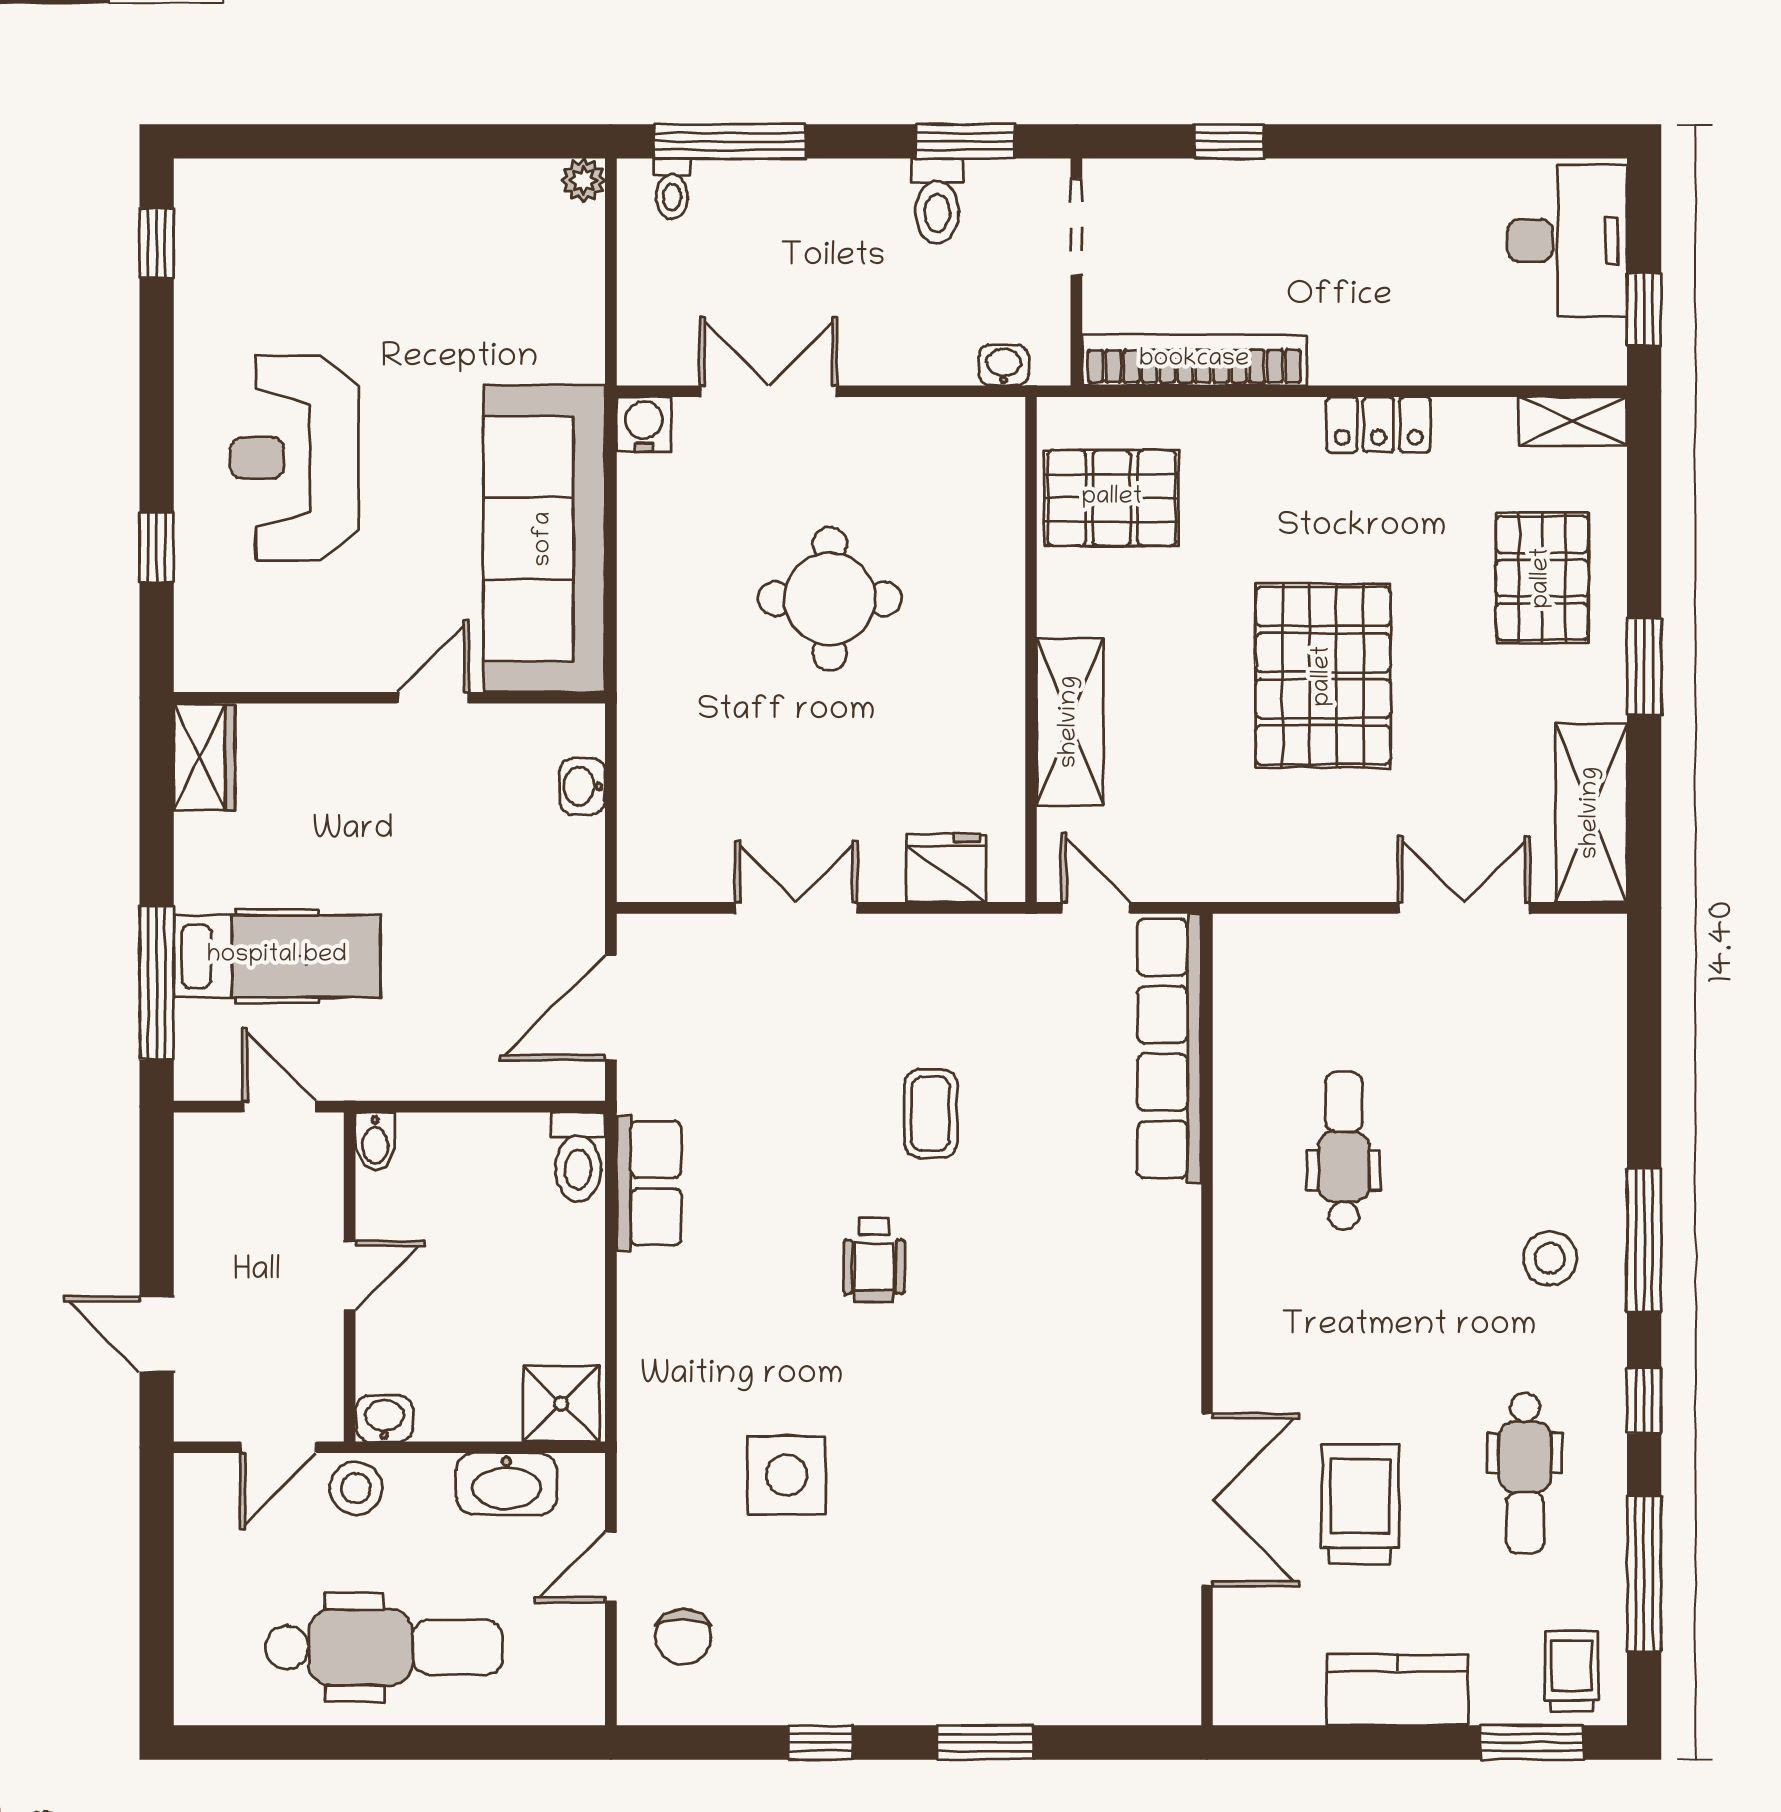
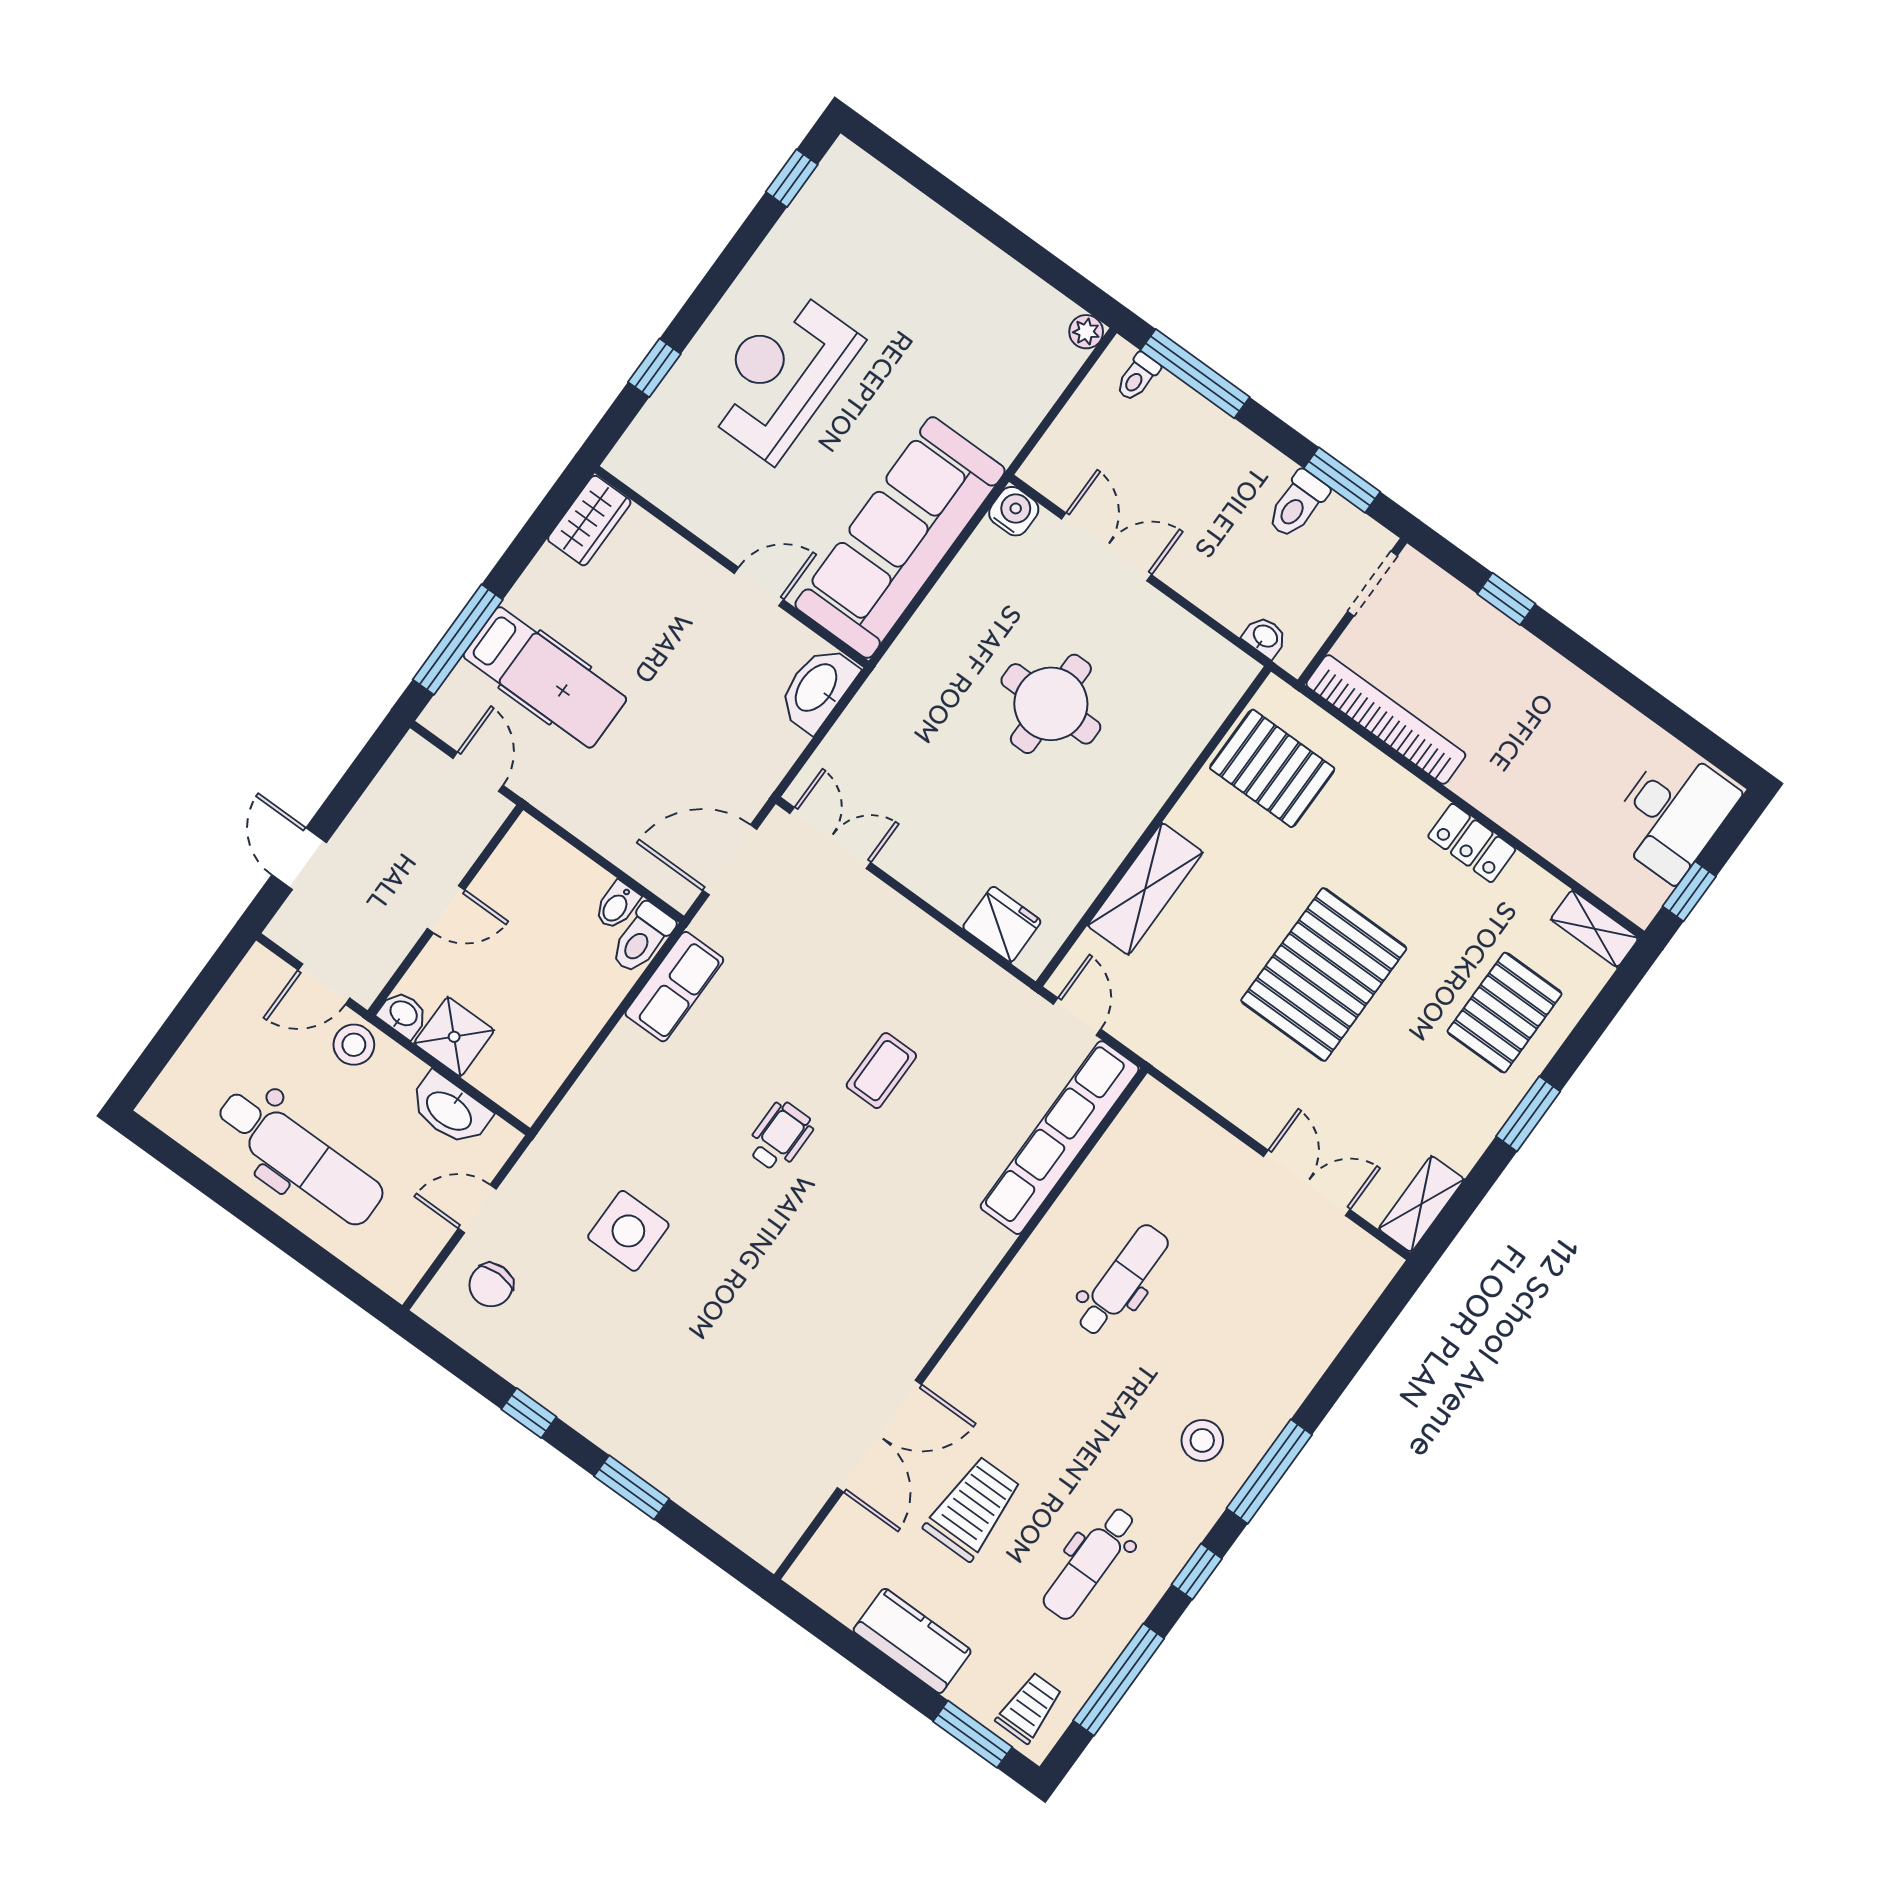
washbasin: (582, 786) -> (817, 688), width x1.91, depth x1.45
shelving: (1591, 813) -> (1421, 1204), width x0.67, depth x0.75
double door: (796, 908) -> (830, 838), moved
bidet: (375, 1141) -> (617, 905), moved
wheelchair: (874, 1260) -> (780, 1136), turned 180
shower: (561, 1404) -> (454, 1037), moved

